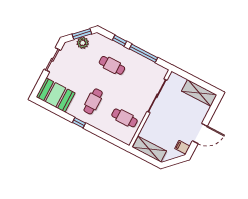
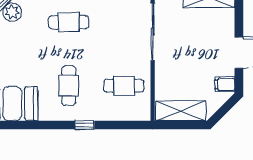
window: (79, 123) -> (85, 125), moved

